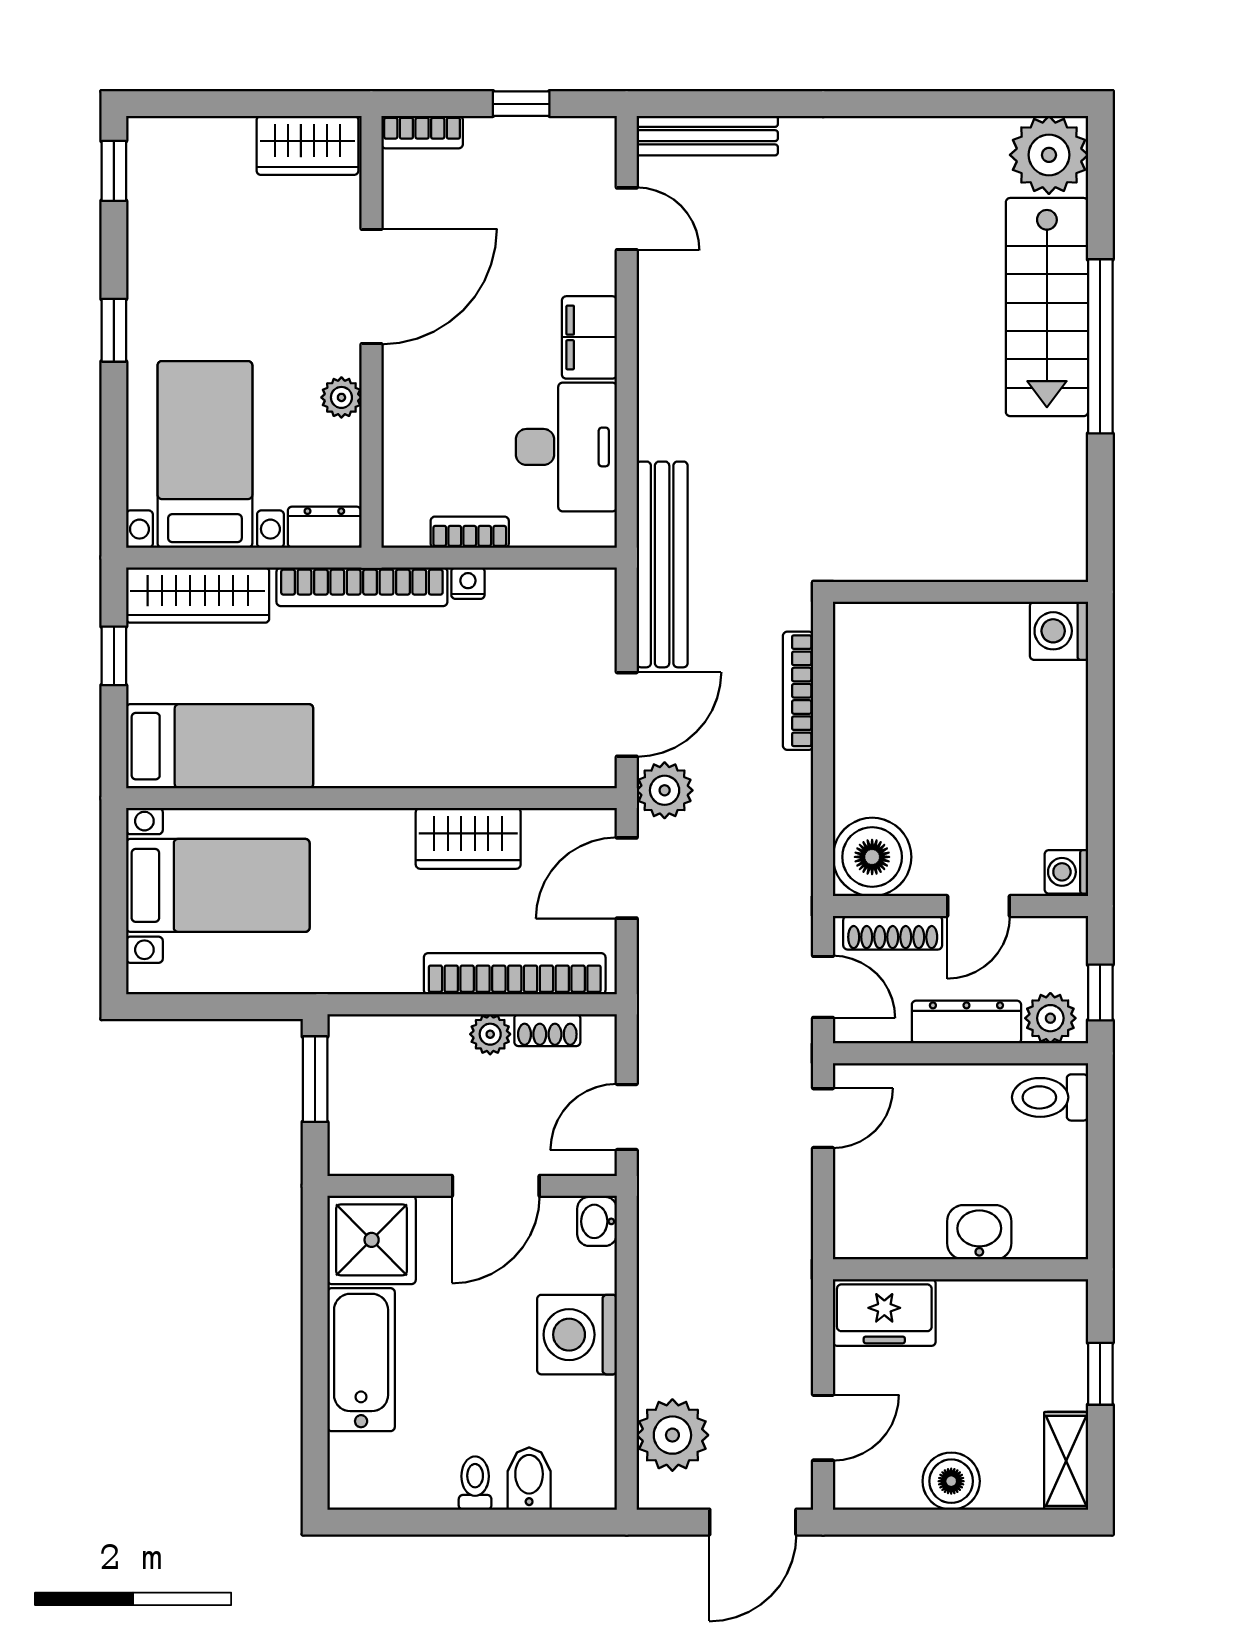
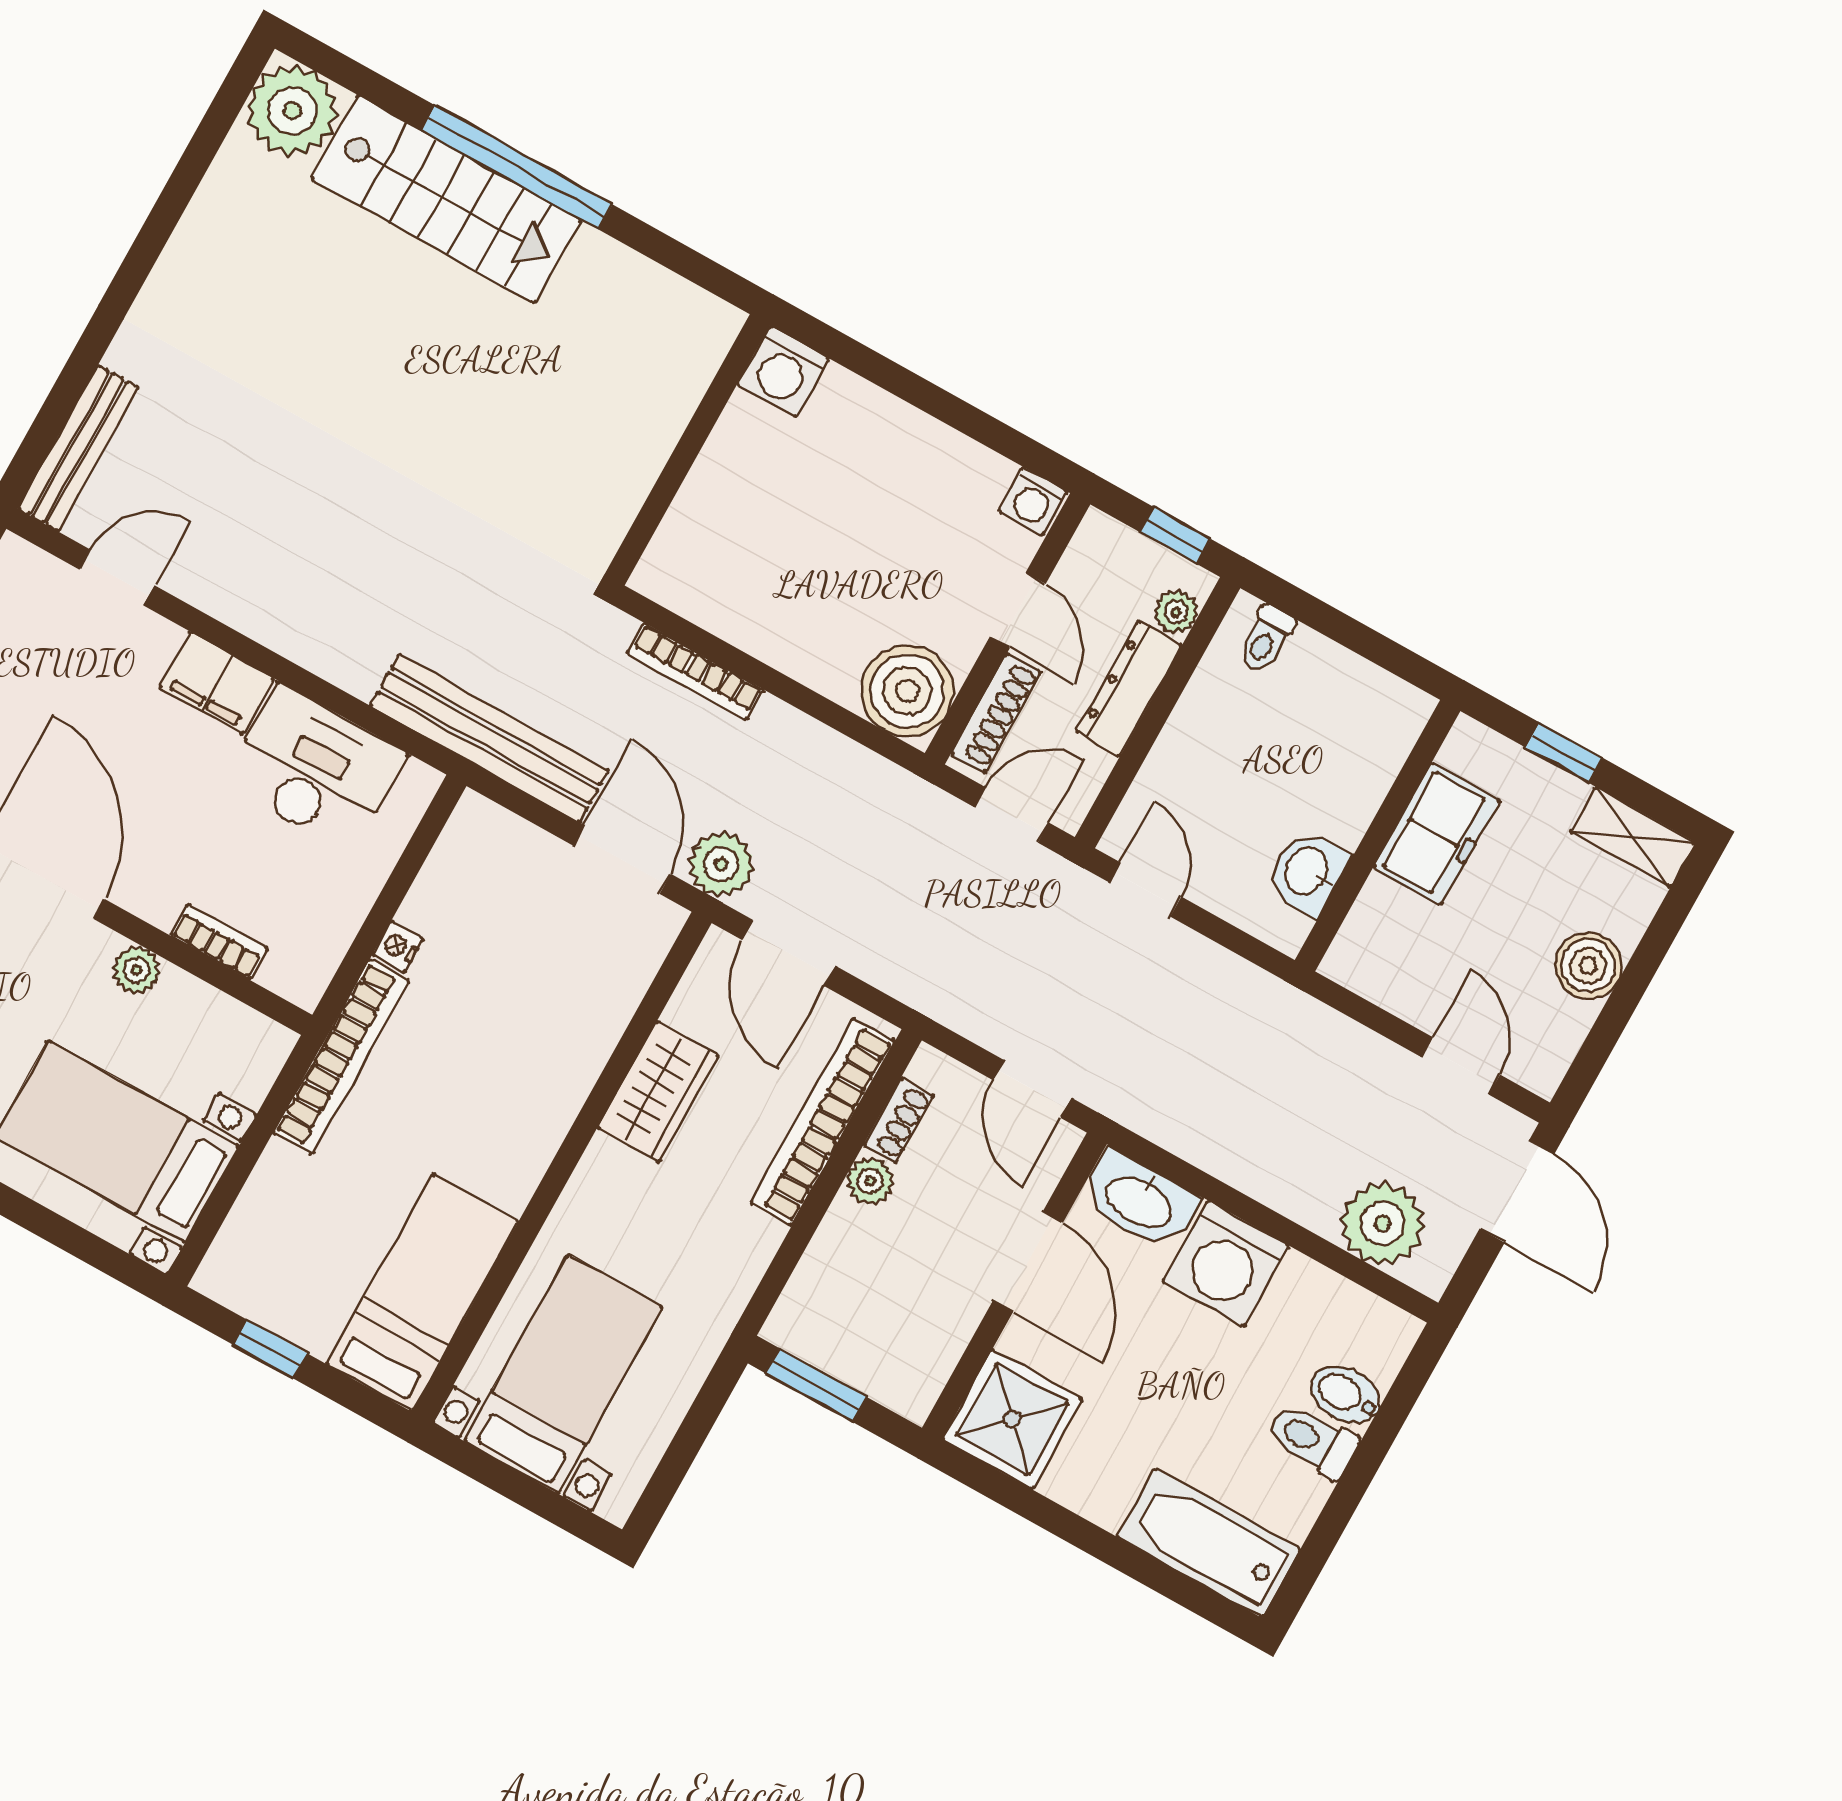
dresser: (324, 527) -> (259, 1061), removed
bookcase: (470, 532) -> (219, 942), moved, turned 90
wardrobe: (198, 595) -> (256, 1229), removed
plant: (1050, 1018) -> (1176, 612), width x0.73, depth x0.73
toilet: (1050, 1097) -> (1266, 639), width x0.73, depth x0.72
washbasin: (597, 1221) -> (1140, 1201), width x1.91, depth x1.45
washbasin: (979, 1232) -> (1308, 872), moved
freezer: (884, 1313) -> (1436, 834), moved
bathtub: (361, 1360) -> (1208, 1543), moved
toilet: (475, 1483) -> (1312, 1440), width x1.37, depth x1.39

